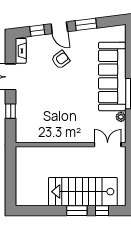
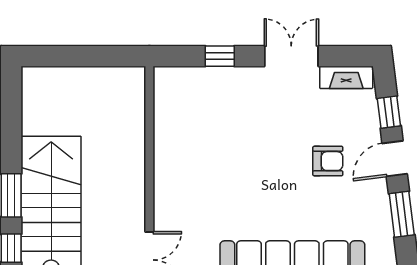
armchair: (61, 60) -> (328, 161), turned -54

